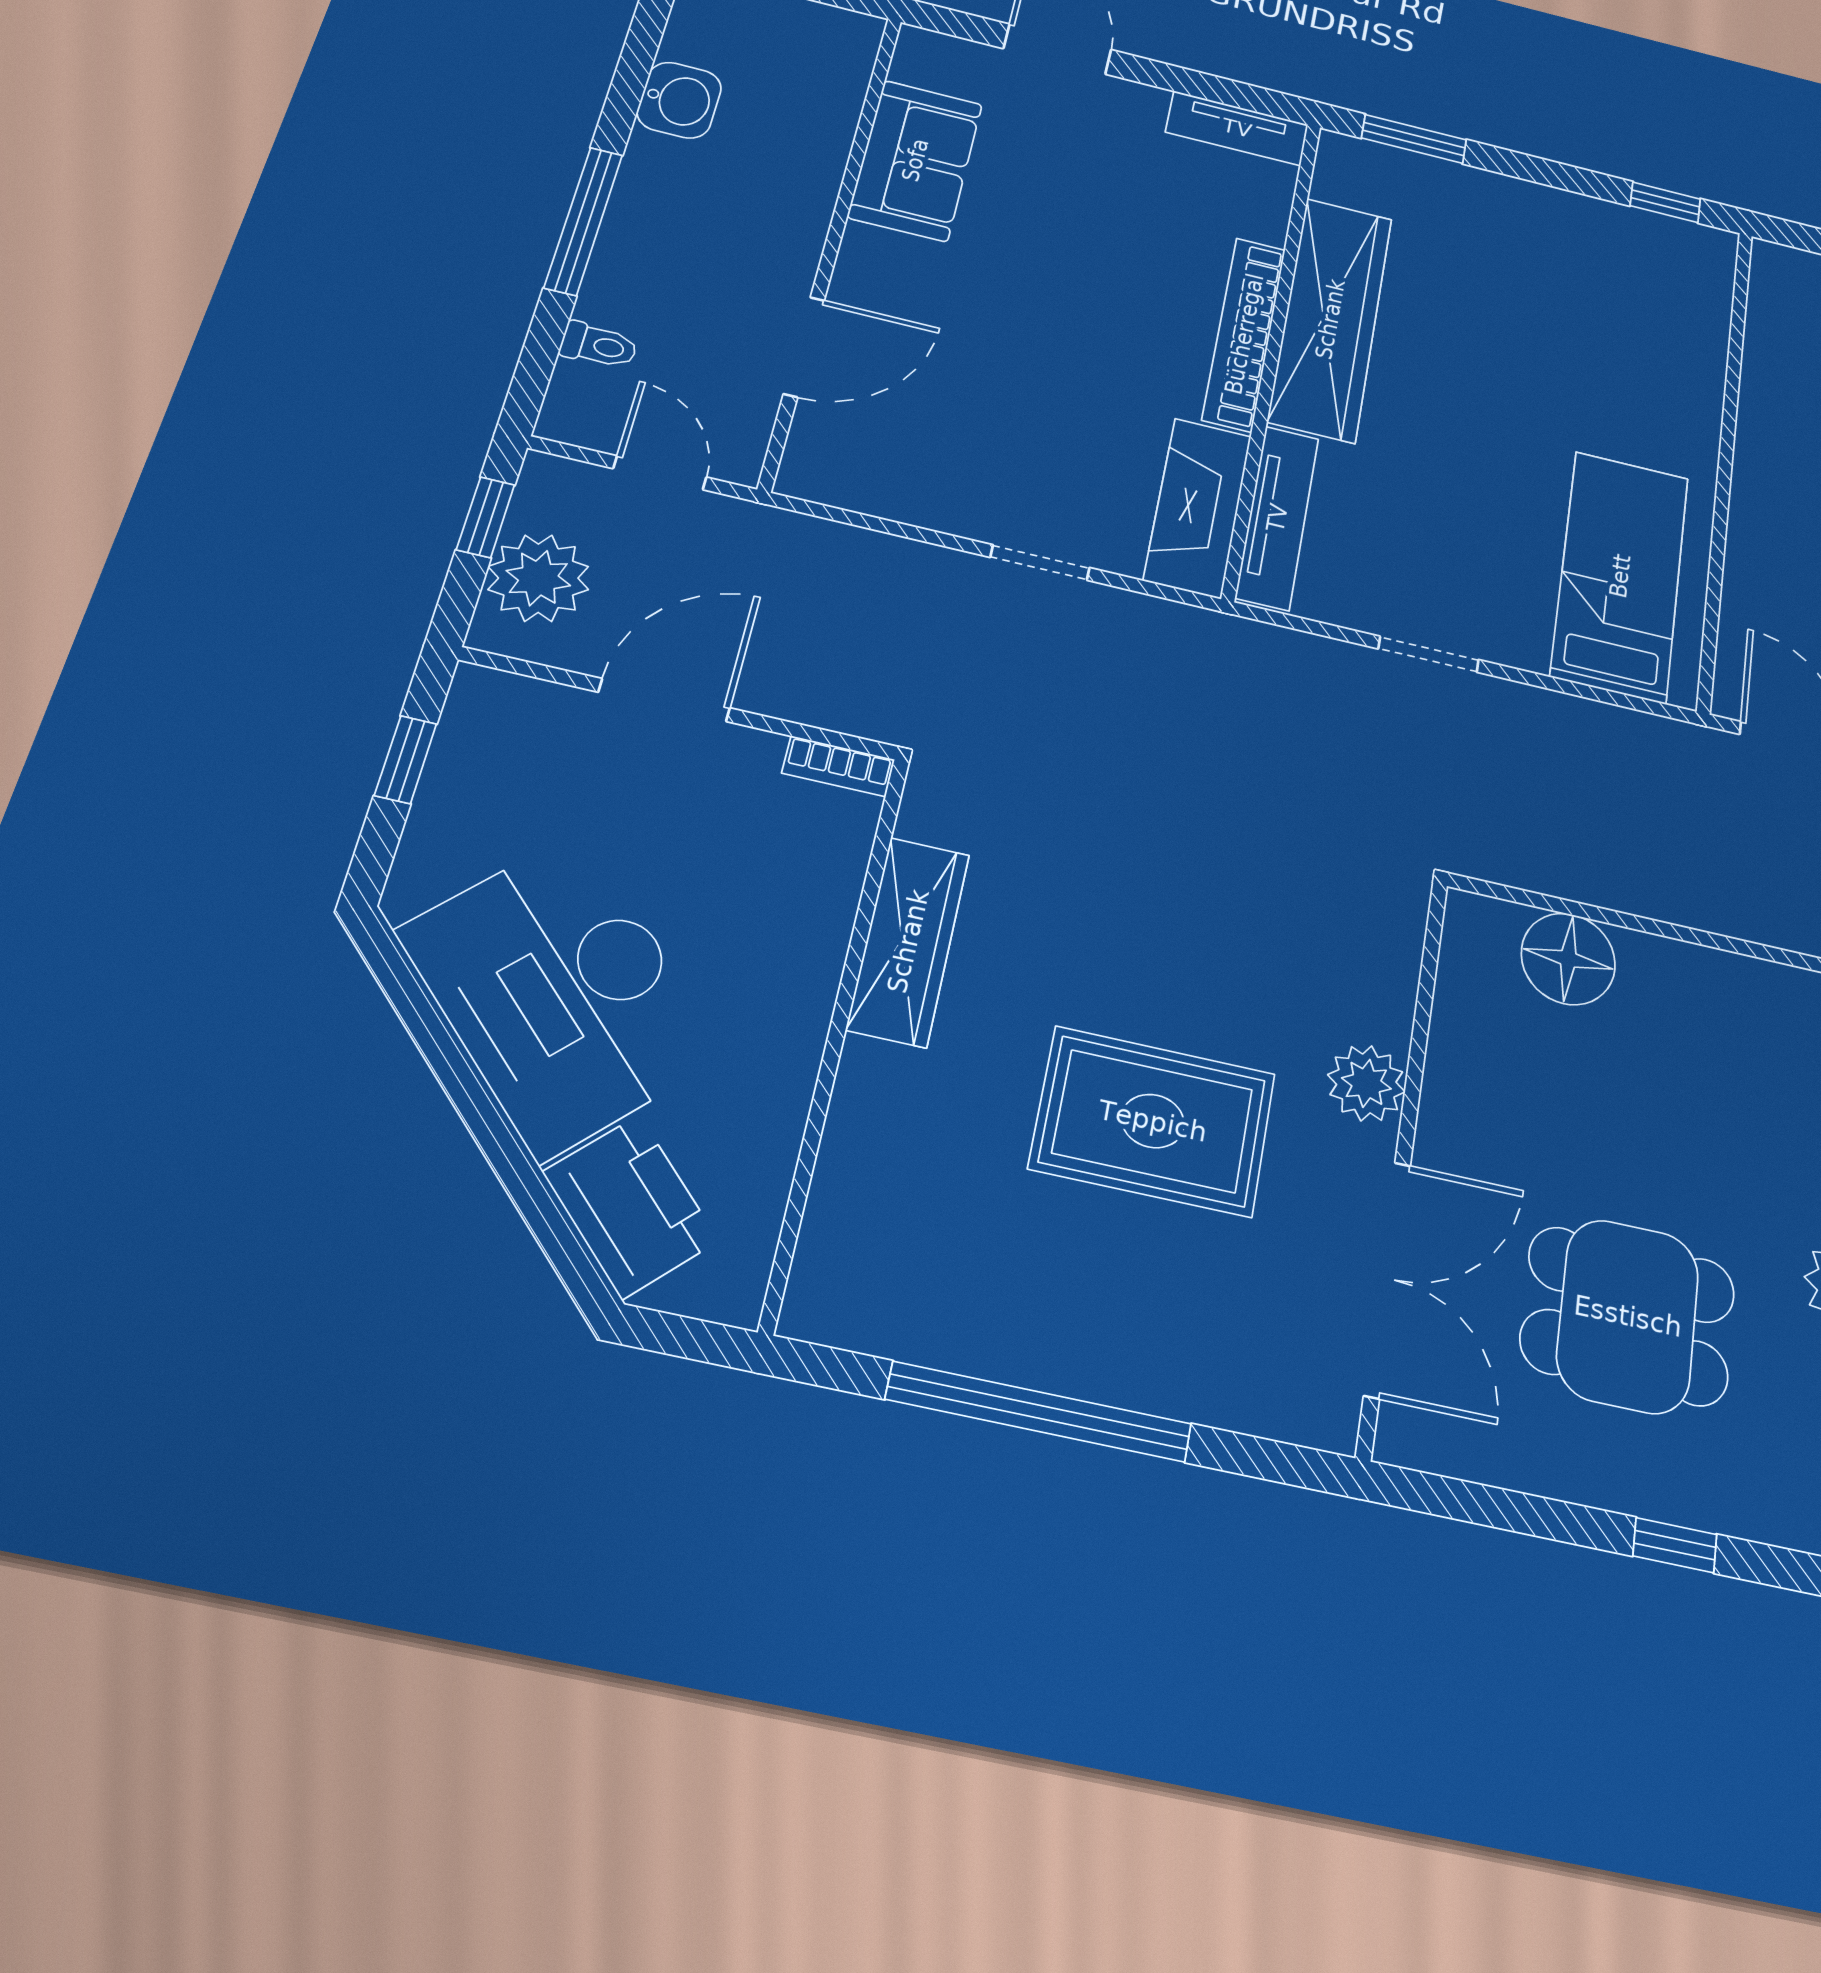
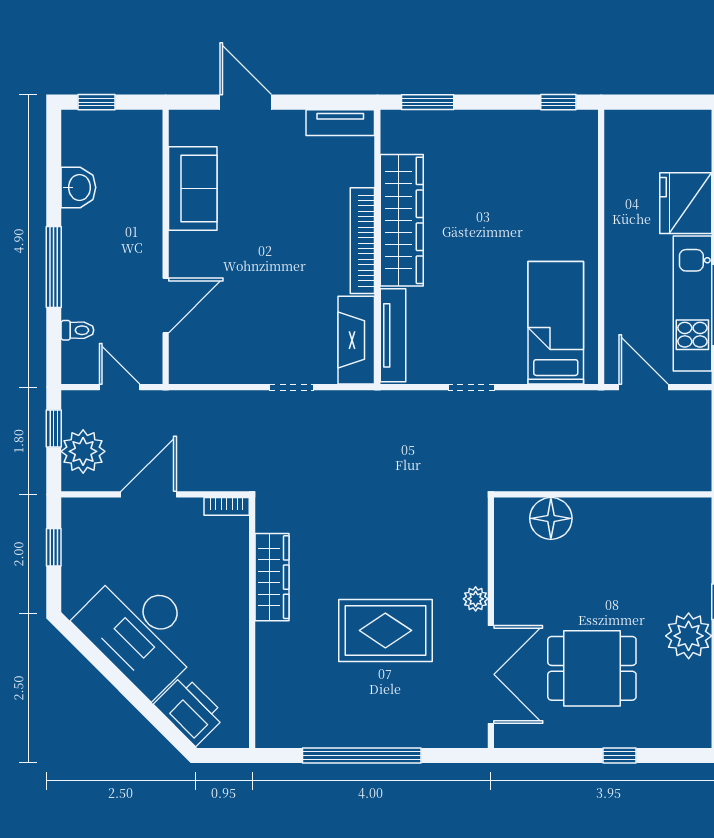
plant: (1366, 1083) -> (476, 599), width x0.73, depth x0.73

